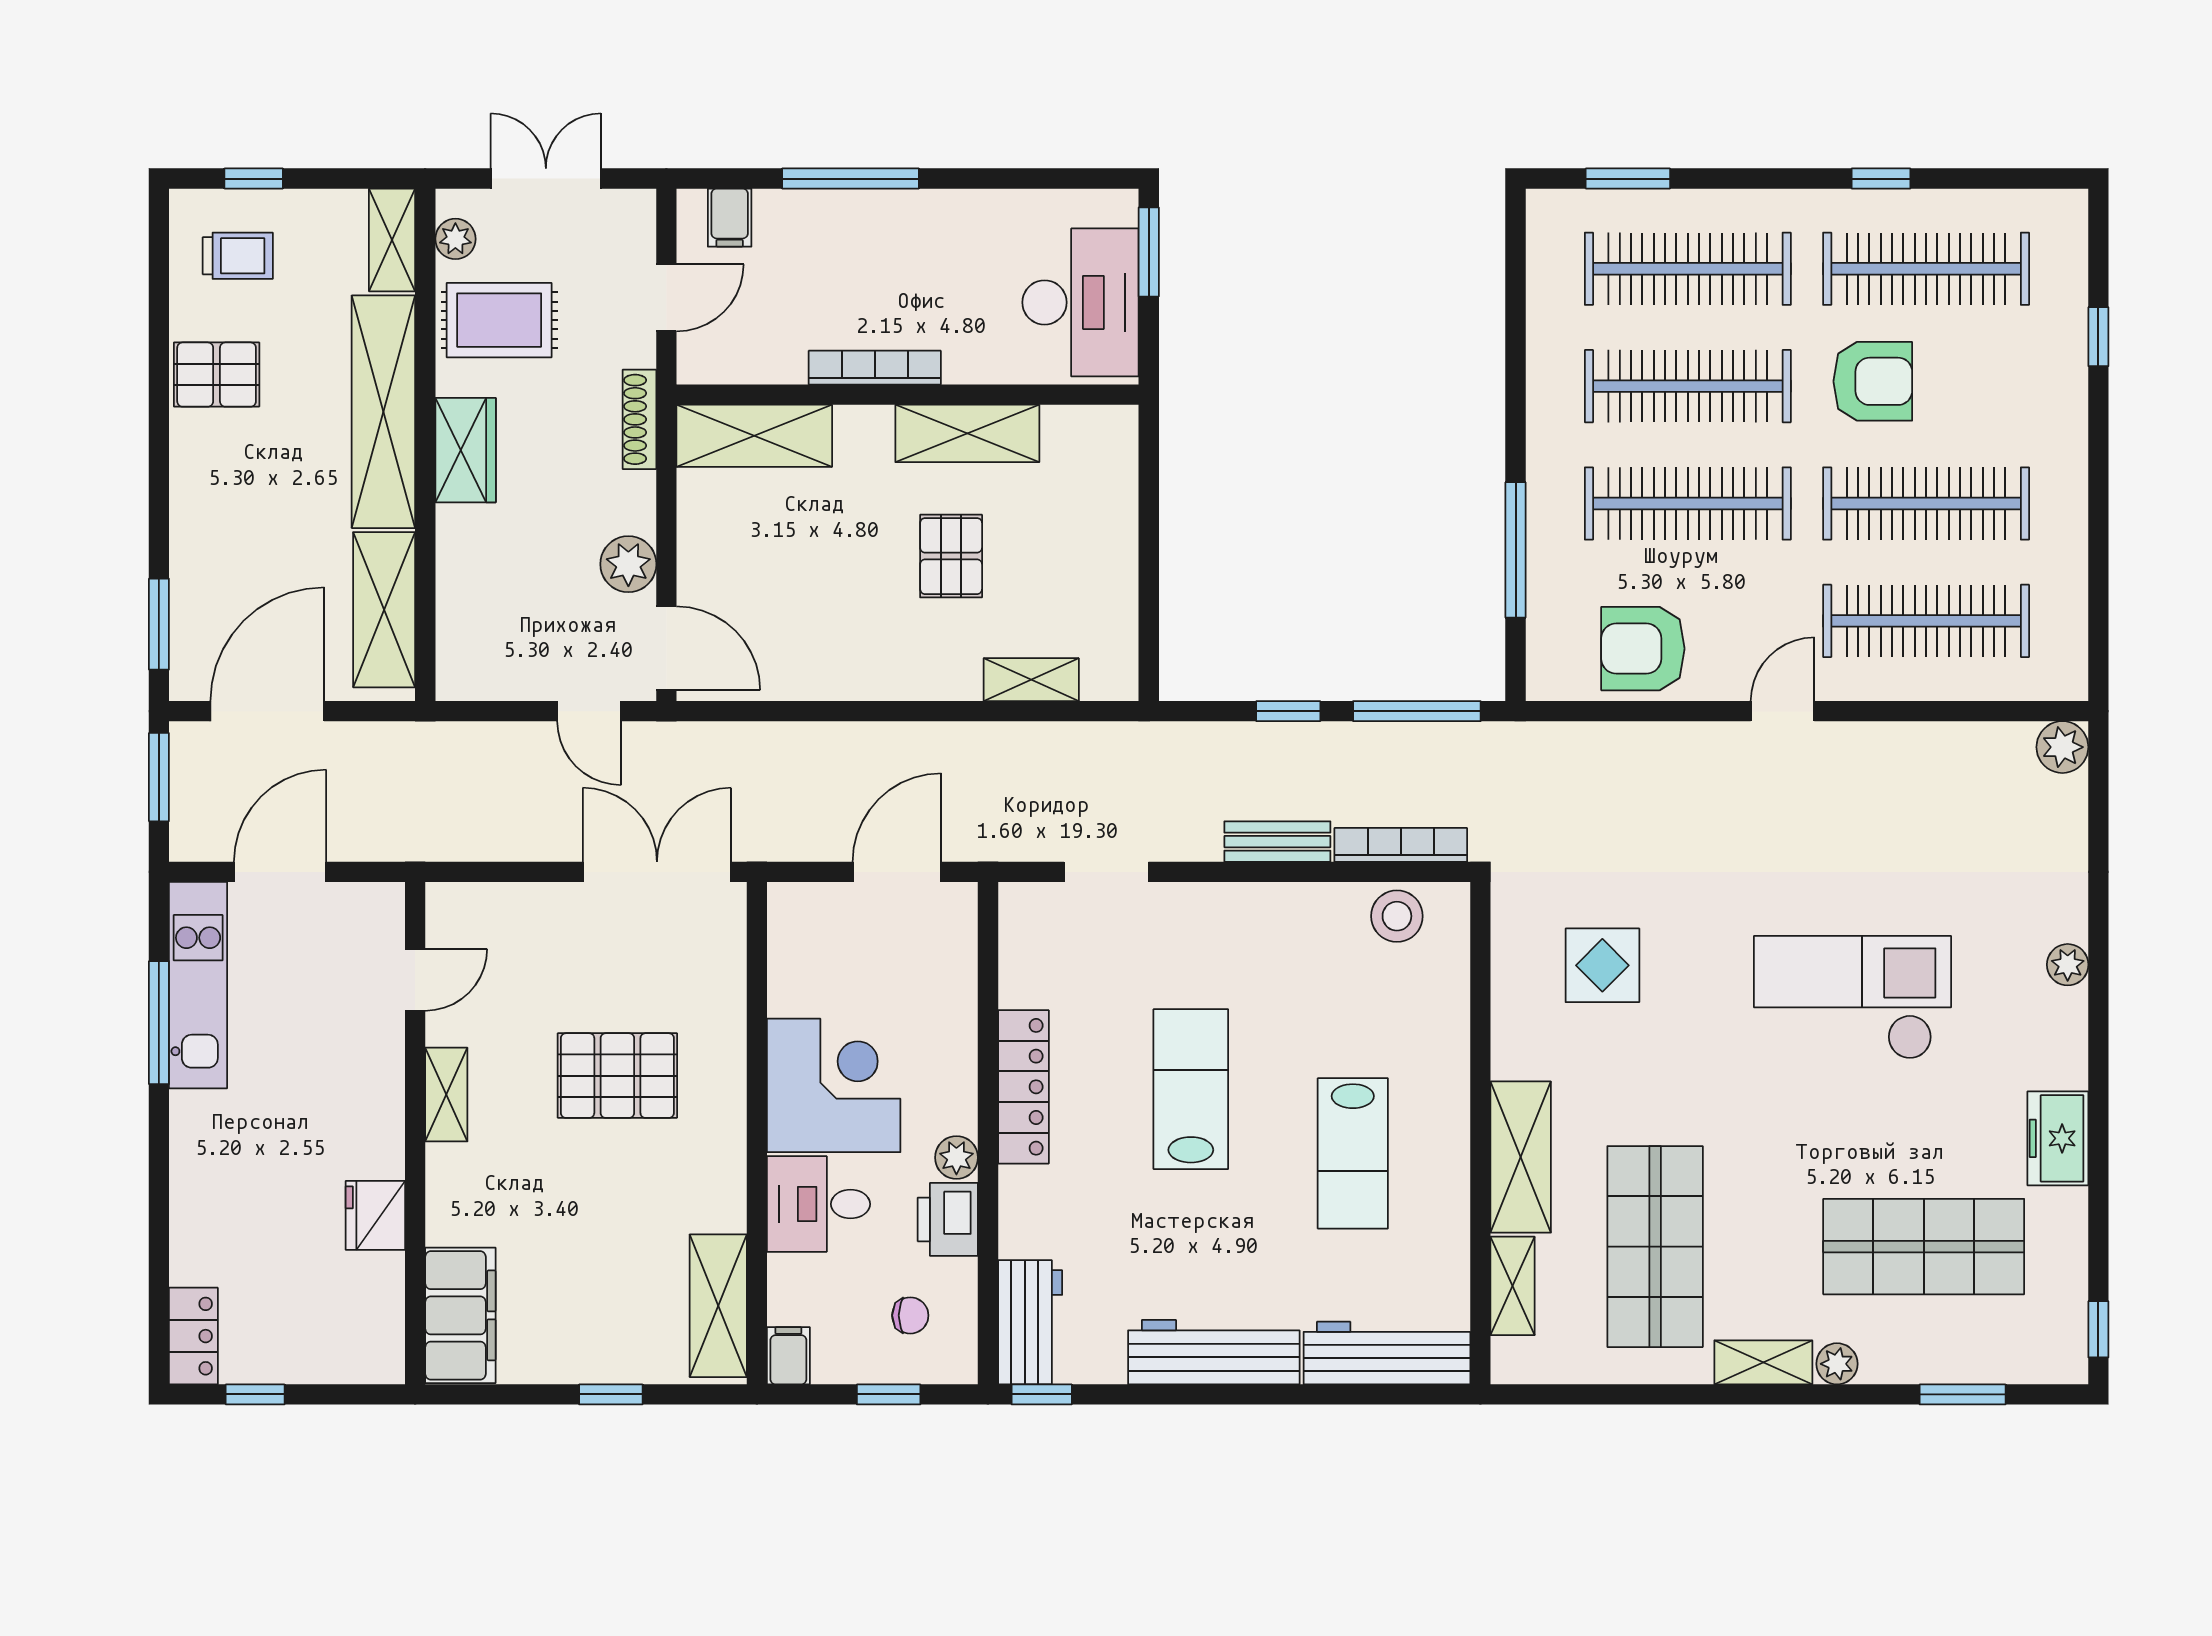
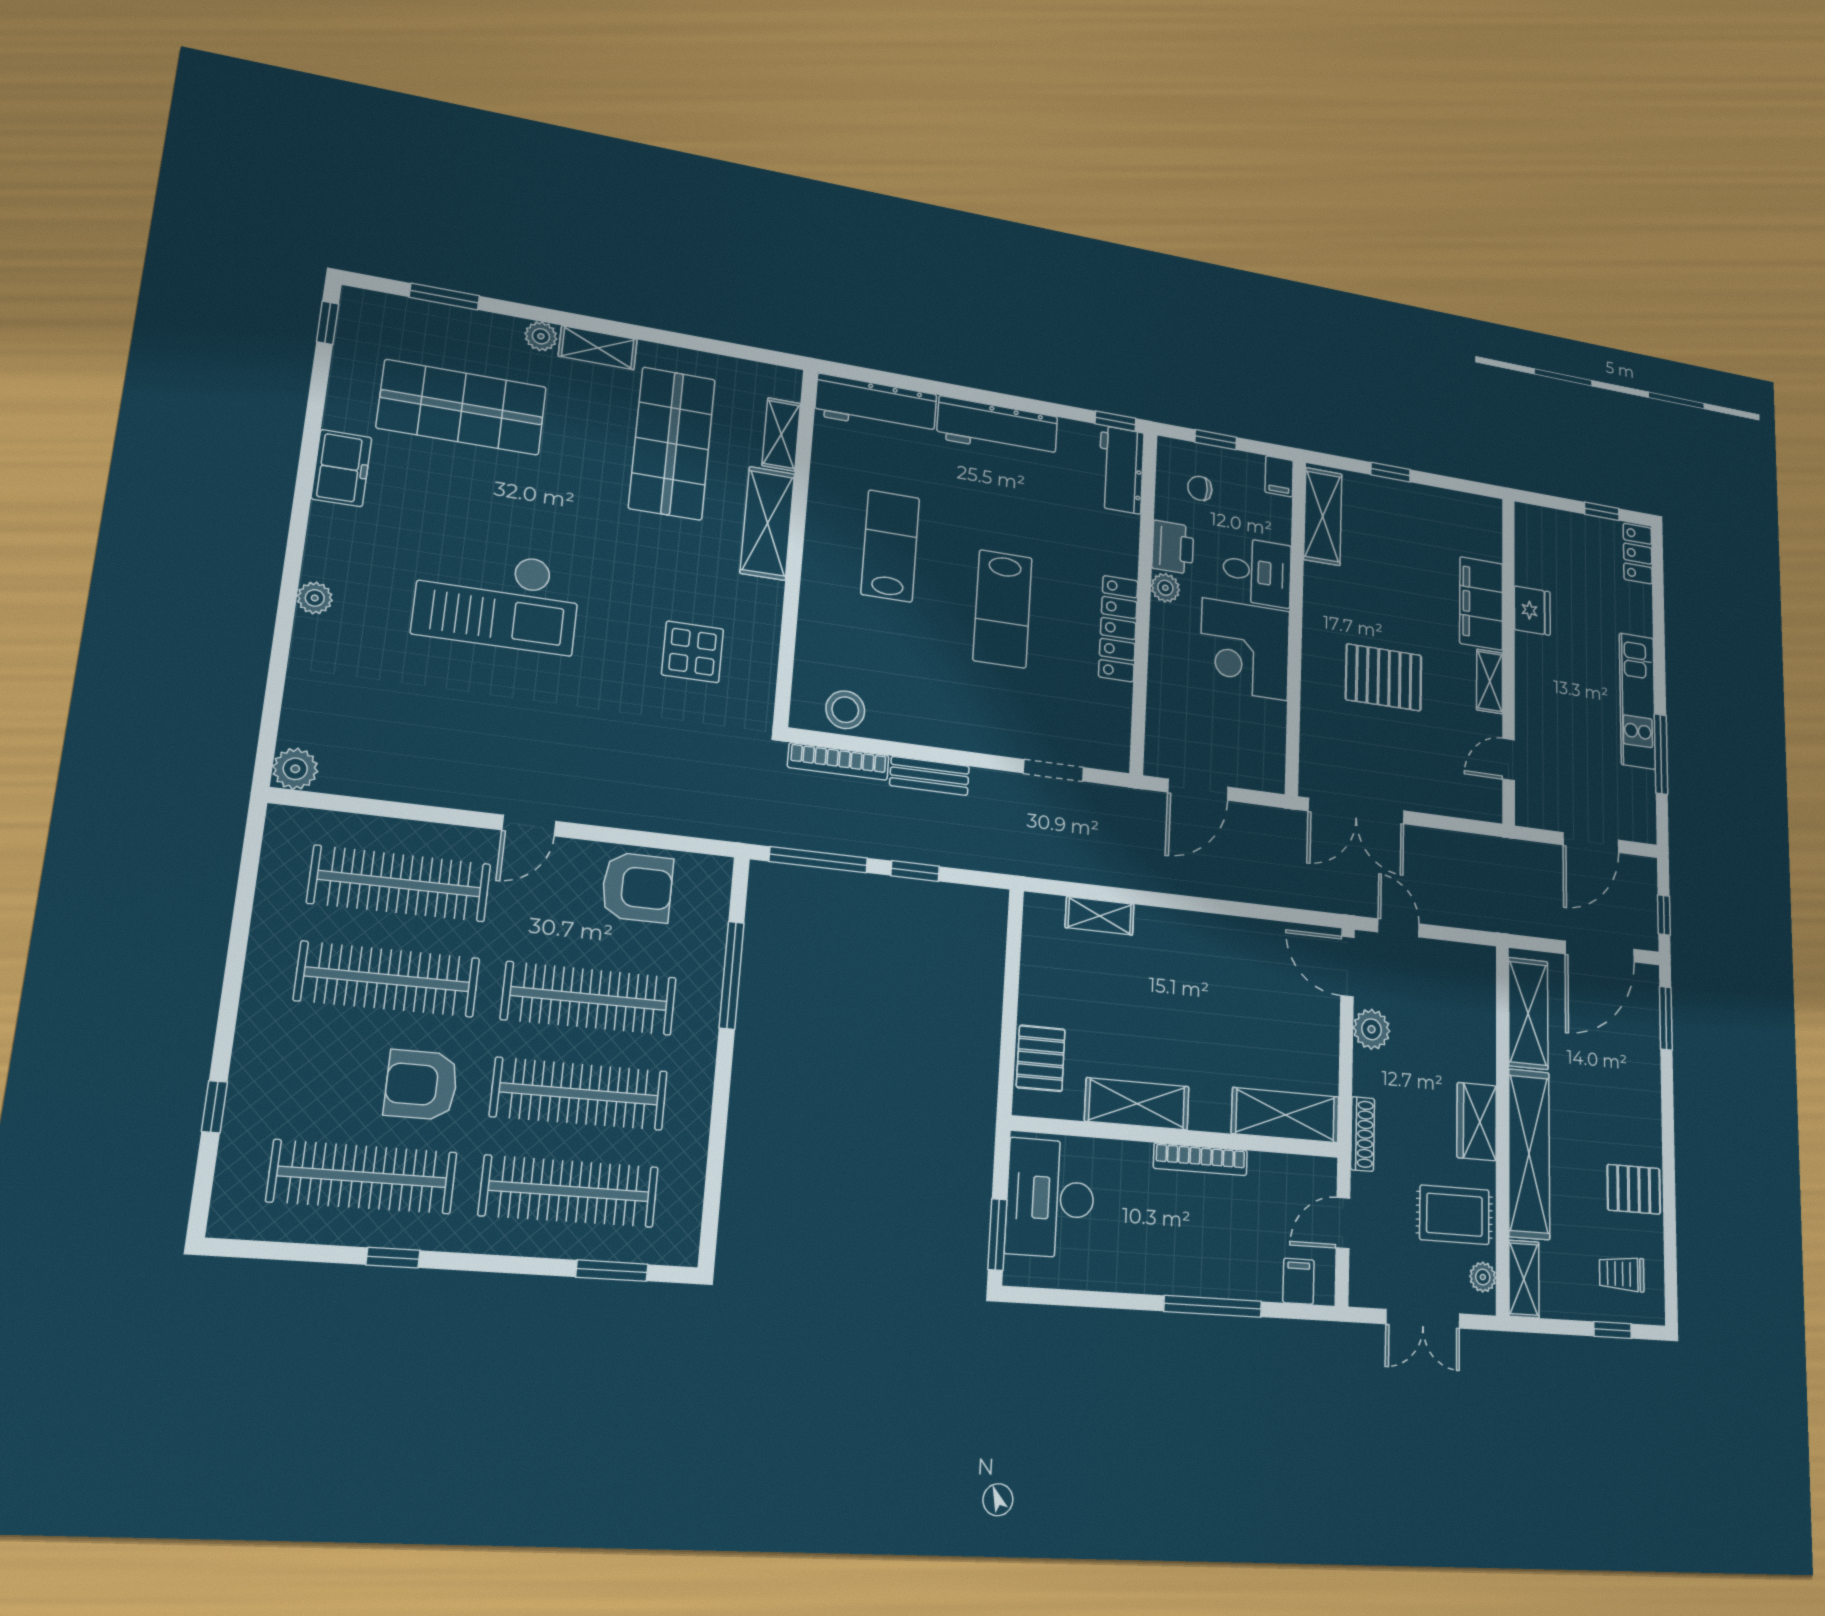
pallet: (951, 556) -> (1041, 1058), moved
window: (159, 777) -> (1664, 915), width x0.67
kitchen unit: (198, 985) -> (1637, 701), moved
filing cabinet: (460, 1315) -> (1481, 603), moved

